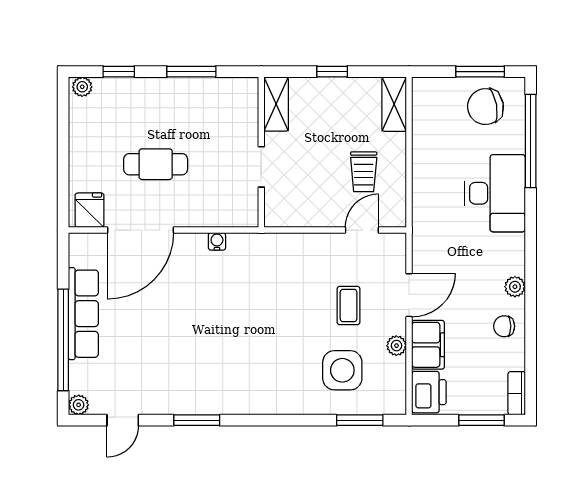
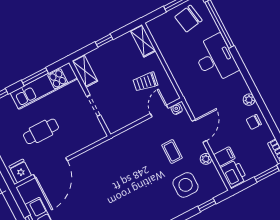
kitchen unit: (198, 94) -> (44, 86), added
trolley: (364, 172) -> (145, 82), turned 99
water cooler: (217, 241) -> (177, 109), moved
filing cabinet: (428, 345) -> (224, 156), width x0.50
window: (360, 420) -> (207, 205), width x0.67

